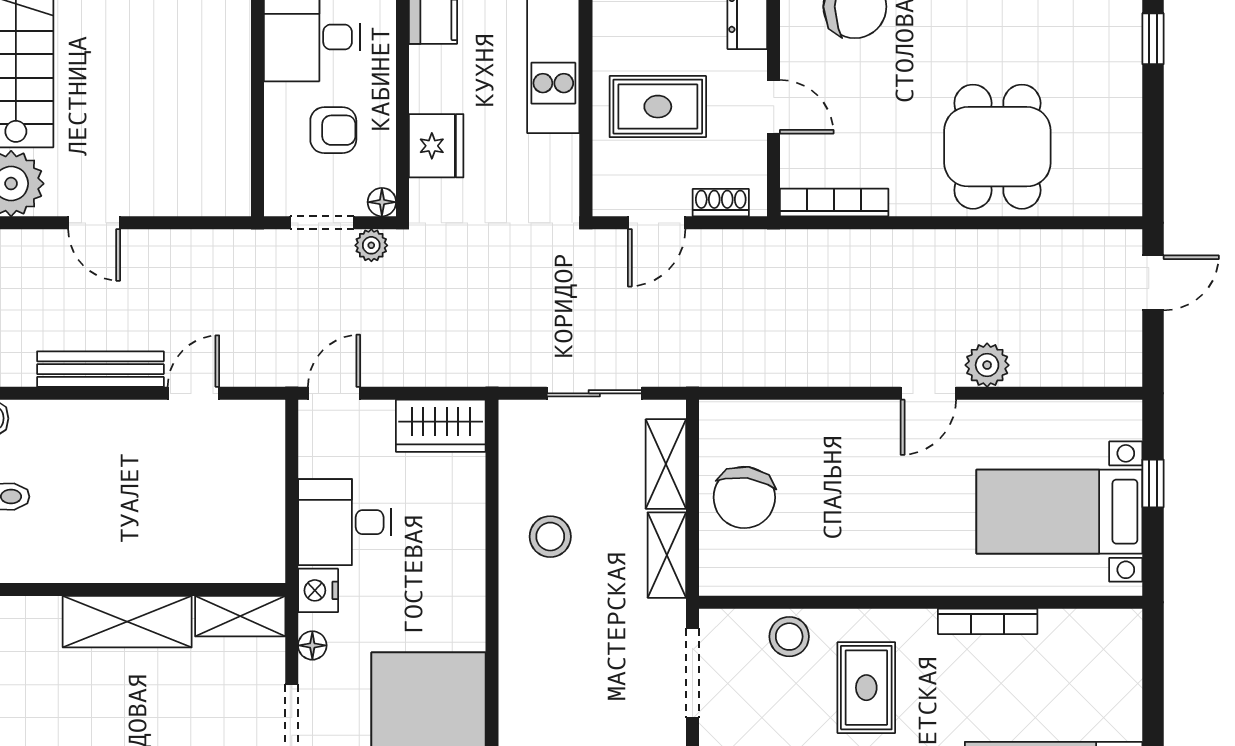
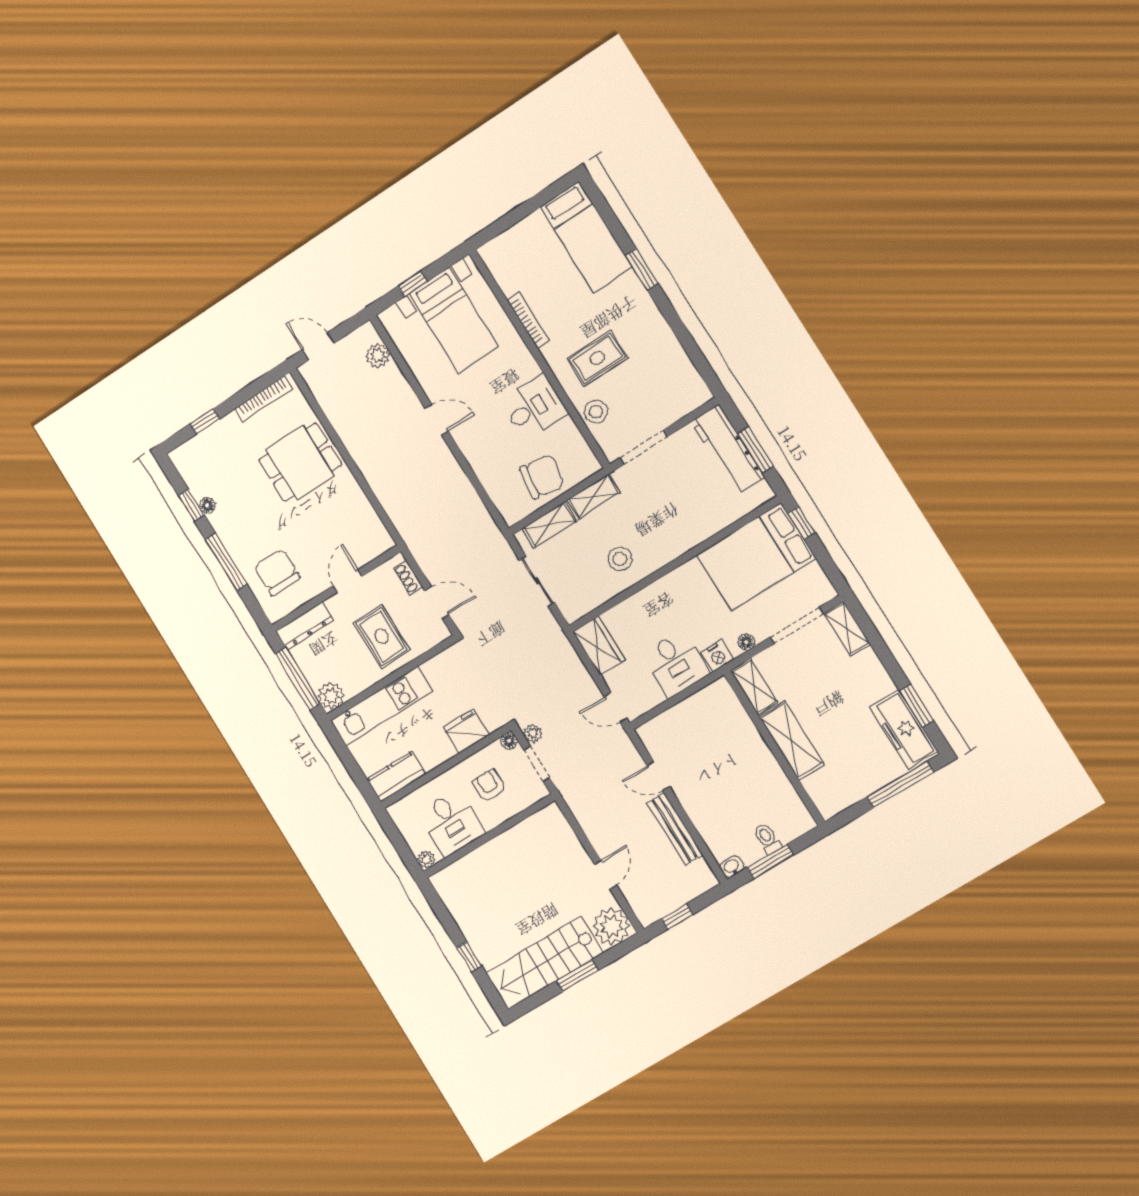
bookcase: (834, 202) -> (264, 399), moved, turned -90
plant: (987, 365) -> (378, 355), moved
desk: (853, 550) -> (534, 408), added

